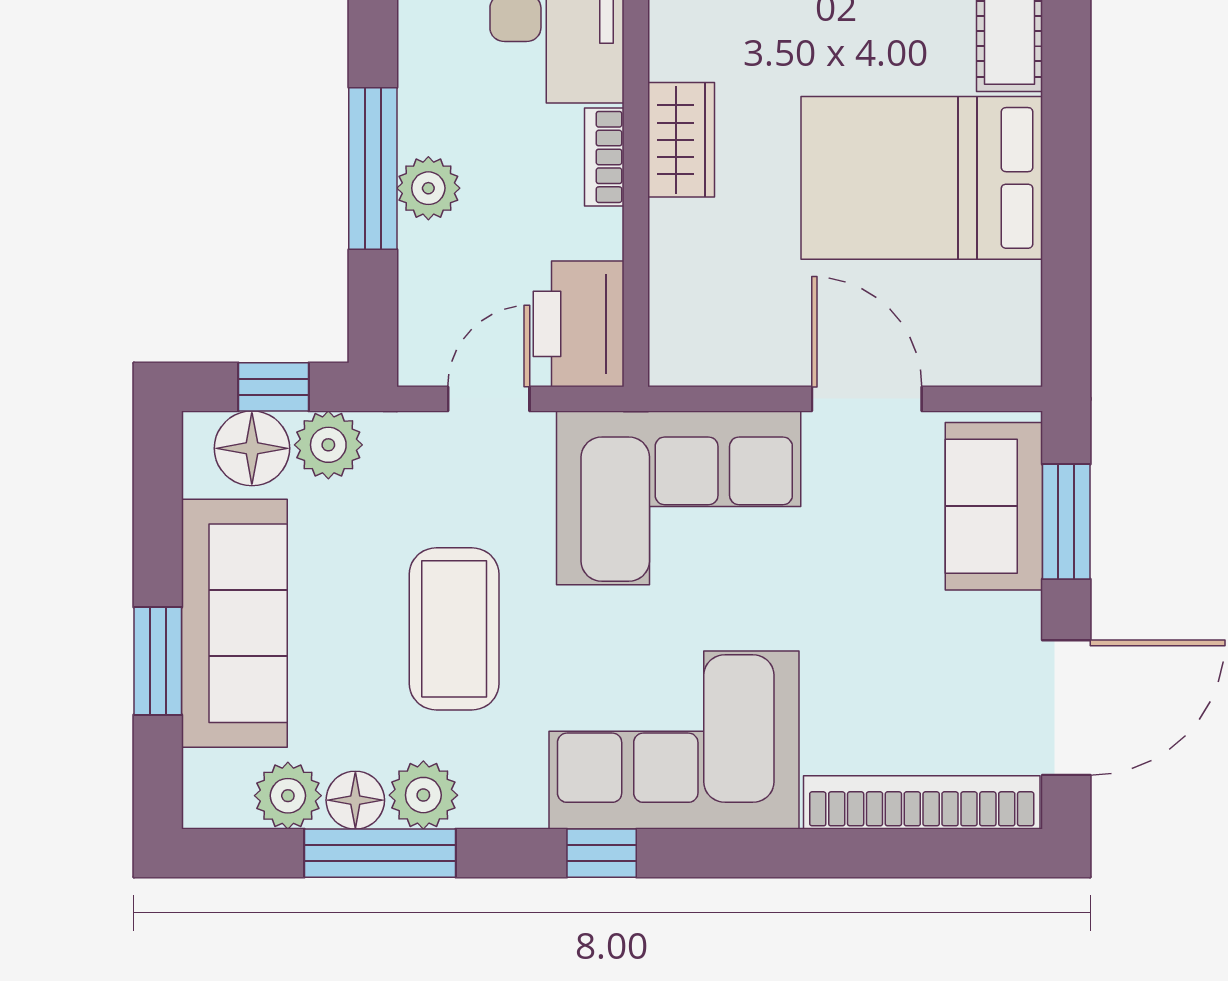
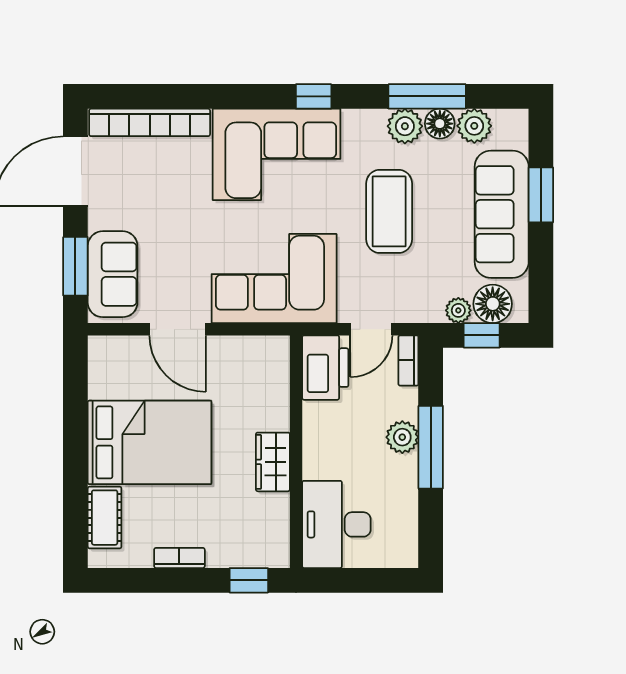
bookcase: (604, 157) -> (408, 360), moved, turned 180
plant: (328, 445) -> (458, 310), width x0.73, depth x0.73

